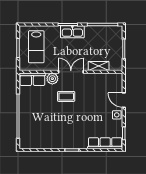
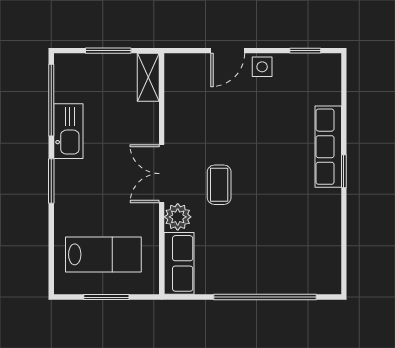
kitchen sink: (72, 32) -> (68, 131), moved
shelving: (99, 66) -> (148, 77), moved
row of seats: (105, 143) -> (328, 147), moved

